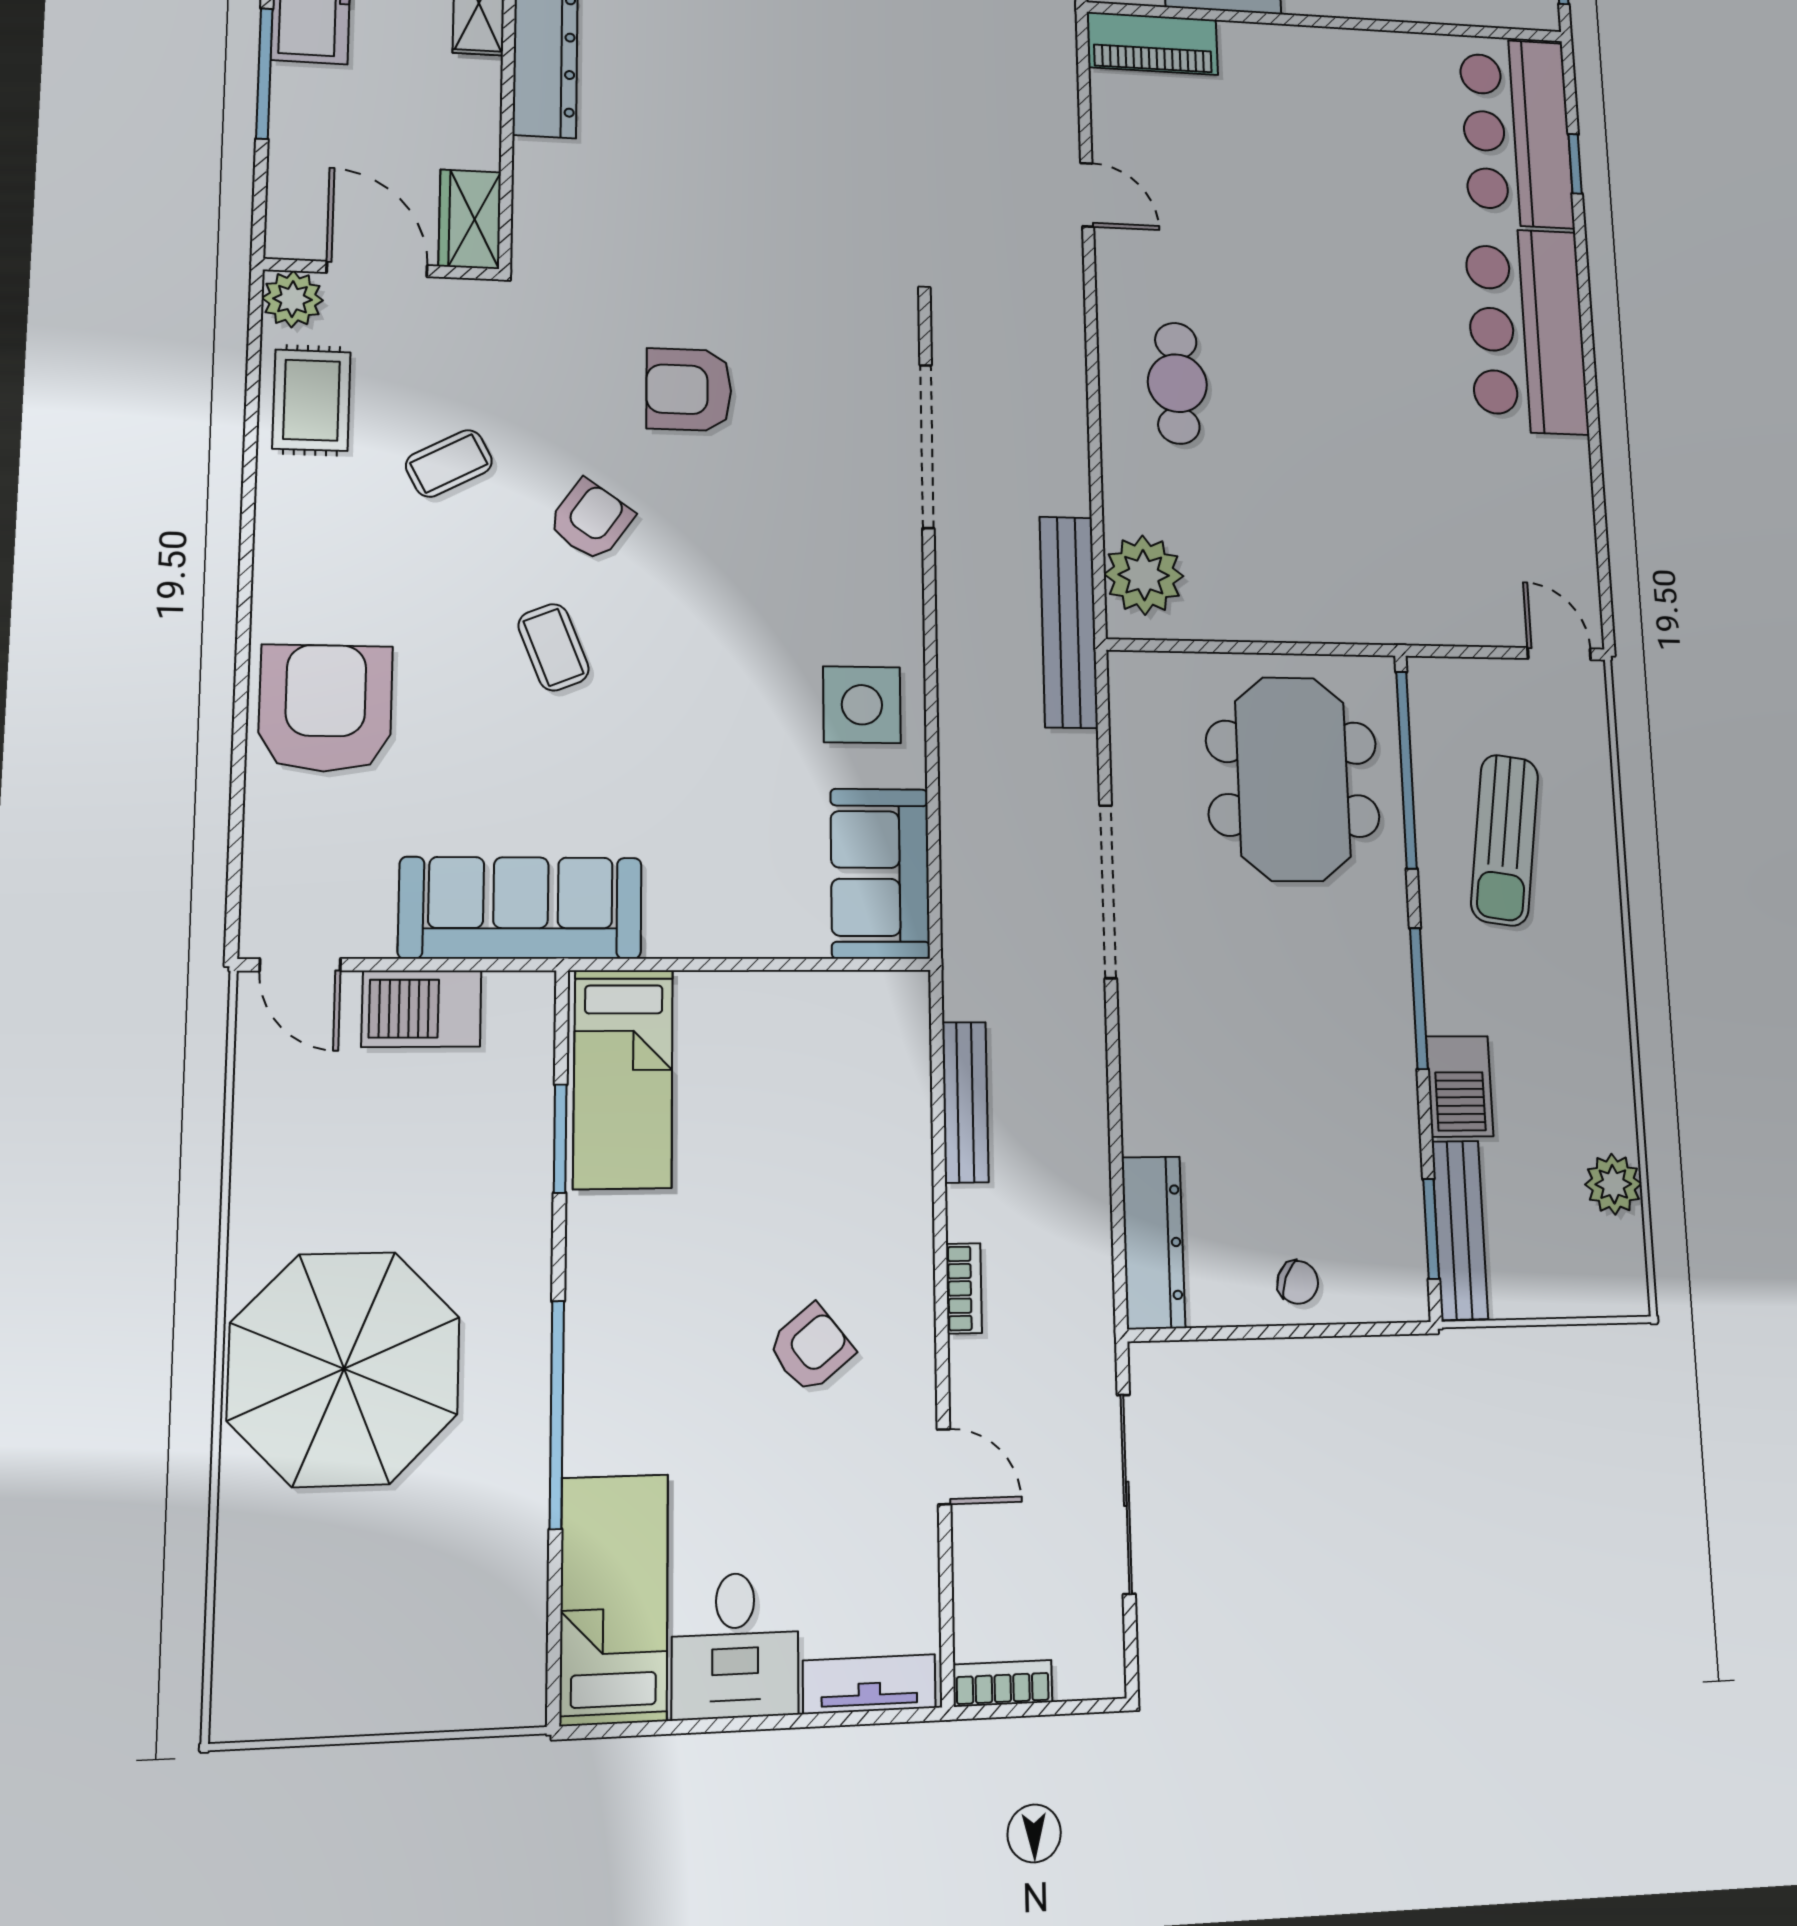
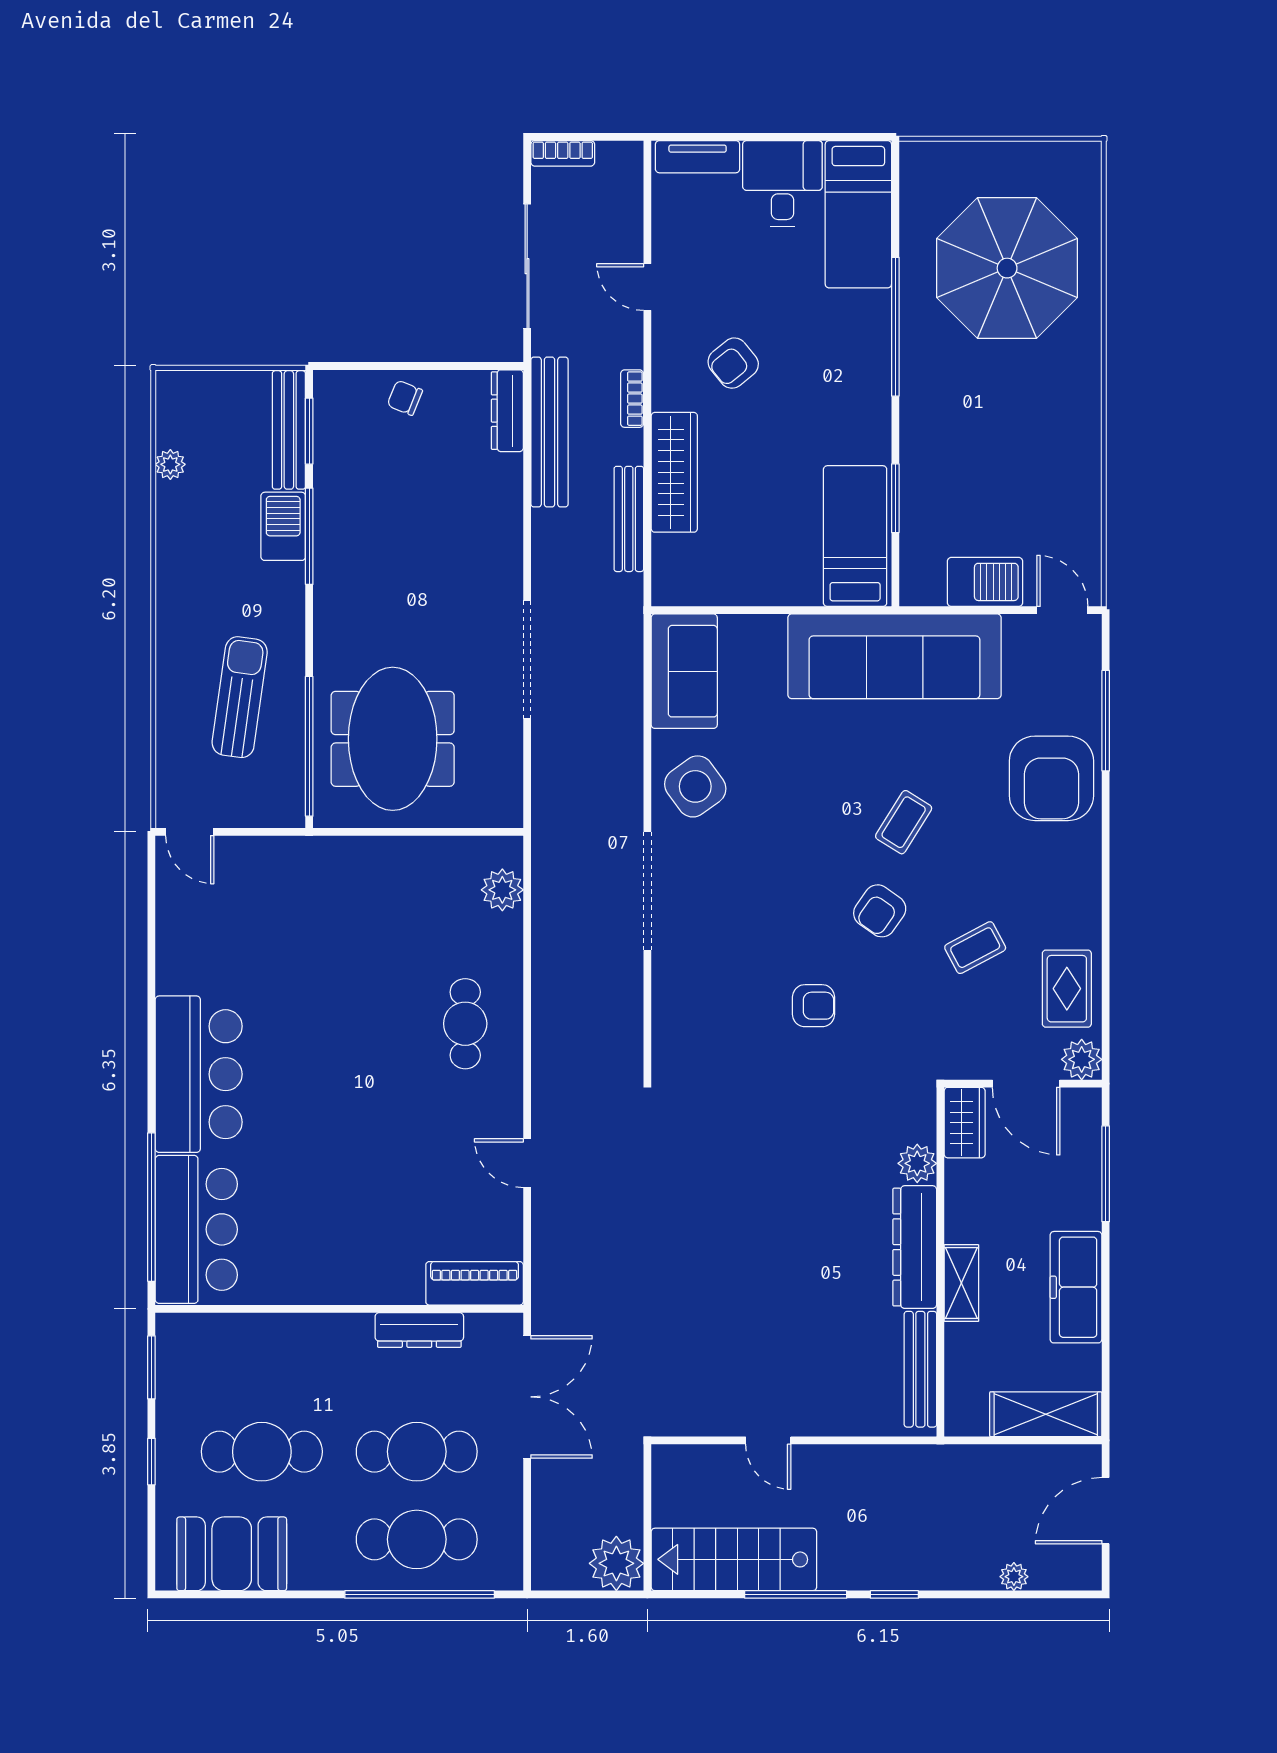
window: (264, 73) -> (1106, 1174), moved
window: (1575, 164) -> (151, 1207), width x3.17
plant: (540, 167) -> (917, 1163), added
armchair: (689, 390) -> (813, 1006), width x0.72, depth x0.72
doorway: (927, 446) -> (647, 891), moved
plant: (1144, 575) -> (502, 890), width x0.73, depth x0.73
bench: (1069, 622) -> (550, 432), moved
coffee table: (554, 647) -> (904, 822), turned 54
side table: (862, 705) -> (695, 786), turned -36
window: (237, 794) -> (1106, 721), added
sofa: (521, 908) -> (894, 656), width x1.36, depth x1.27
window: (1419, 998) -> (309, 536), moved
wardrobe: (899, 1175) -> (674, 472), added
plant: (1613, 1184) -> (170, 464), width x0.73, depth x0.73
dresser: (1153, 1242) -> (507, 411), width x0.73, depth x0.80
parasol: (344, 1369) -> (1007, 268), moved
bookcase: (1003, 1683) -> (563, 153), moved

